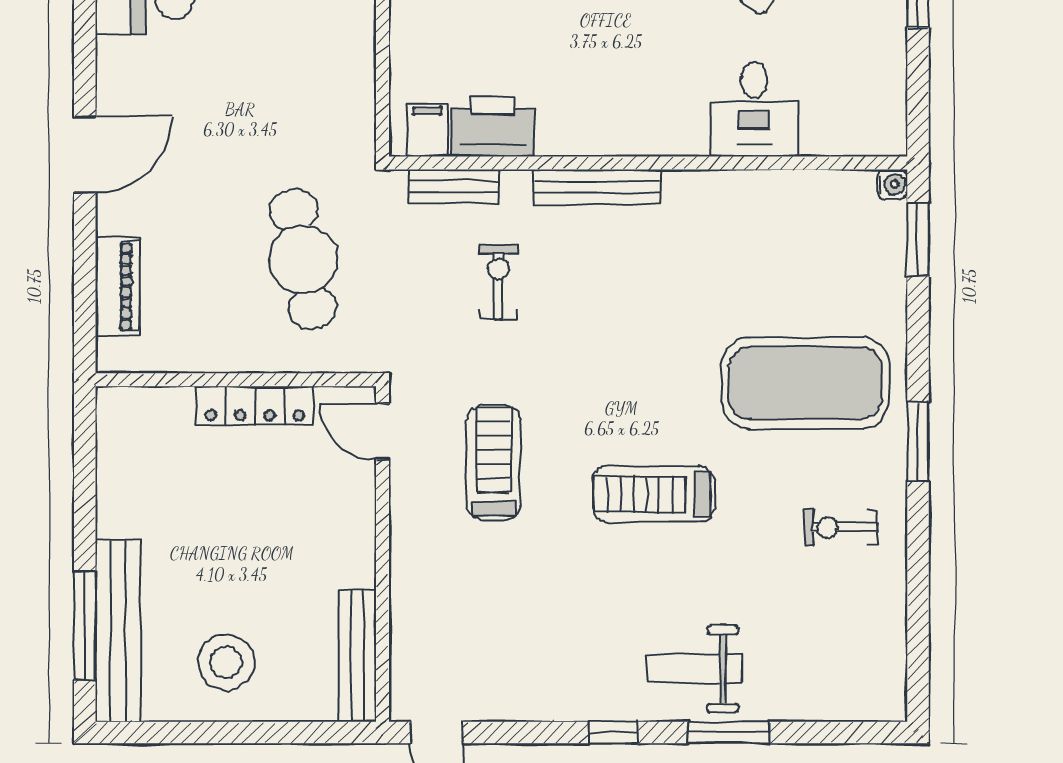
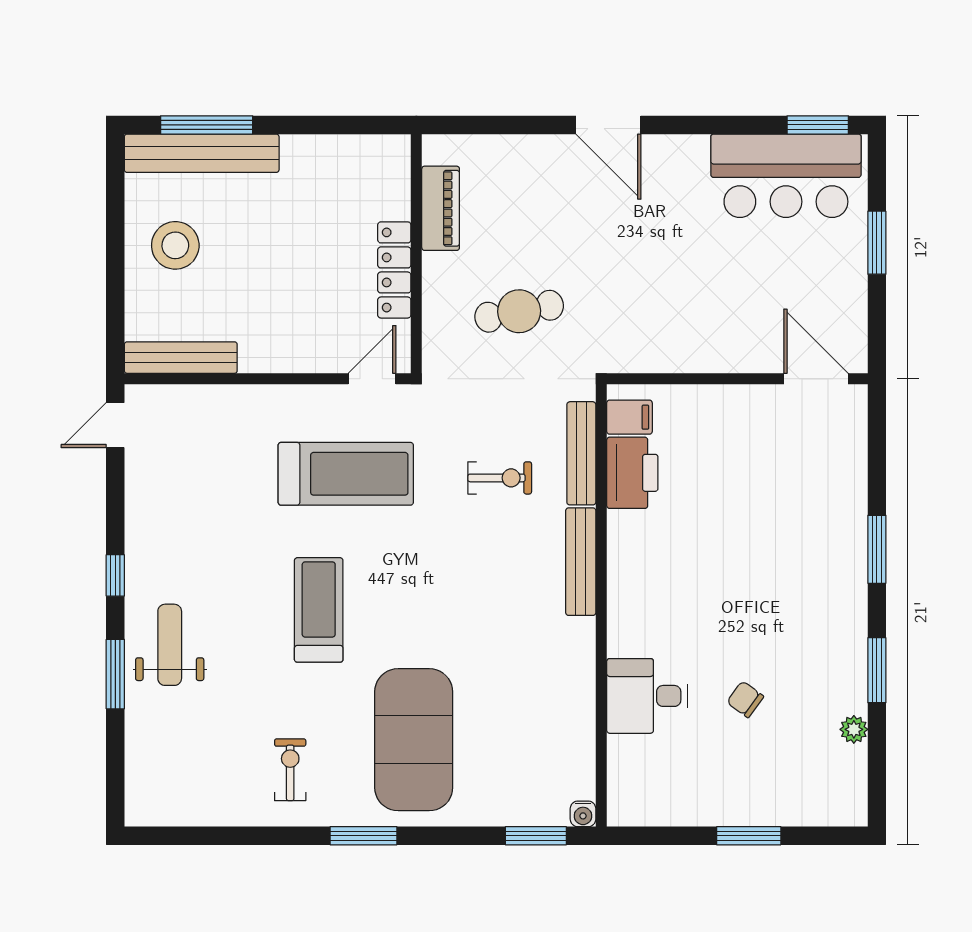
bench: (454, 186) -> (581, 453), width x1.36
cafe table: (303, 259) -> (519, 311), width x0.73, depth x0.74
piano: (118, 286) -> (441, 208), moved, turned -90
treadmill: (494, 462) -> (346, 474), width x1.37, depth x1.38

